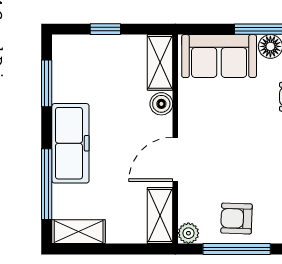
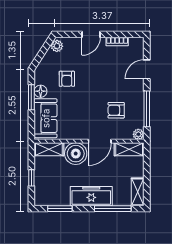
boiler: (161, 104) -> (76, 154), width x1.86, depth x1.86
door: (175, 159) -> (100, 141), hinge flipped
armchair: (236, 218) -> (116, 110), moved, turned 88

